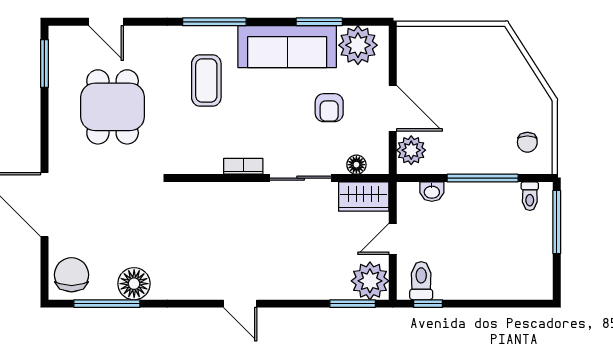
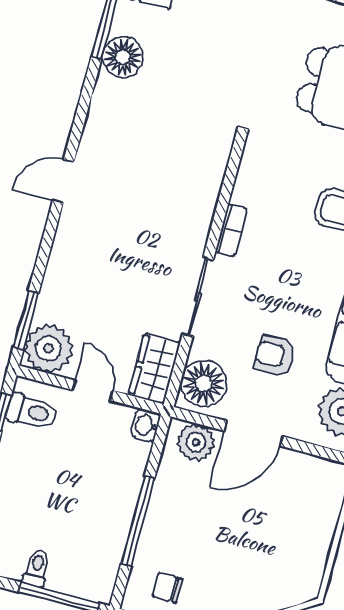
floor lamp: (356, 165) -> (204, 383), width x1.89, depth x1.89
washbasin: (432, 192) -> (146, 425), moved
toilet: (530, 196) -> (37, 568), moved, turned 90

